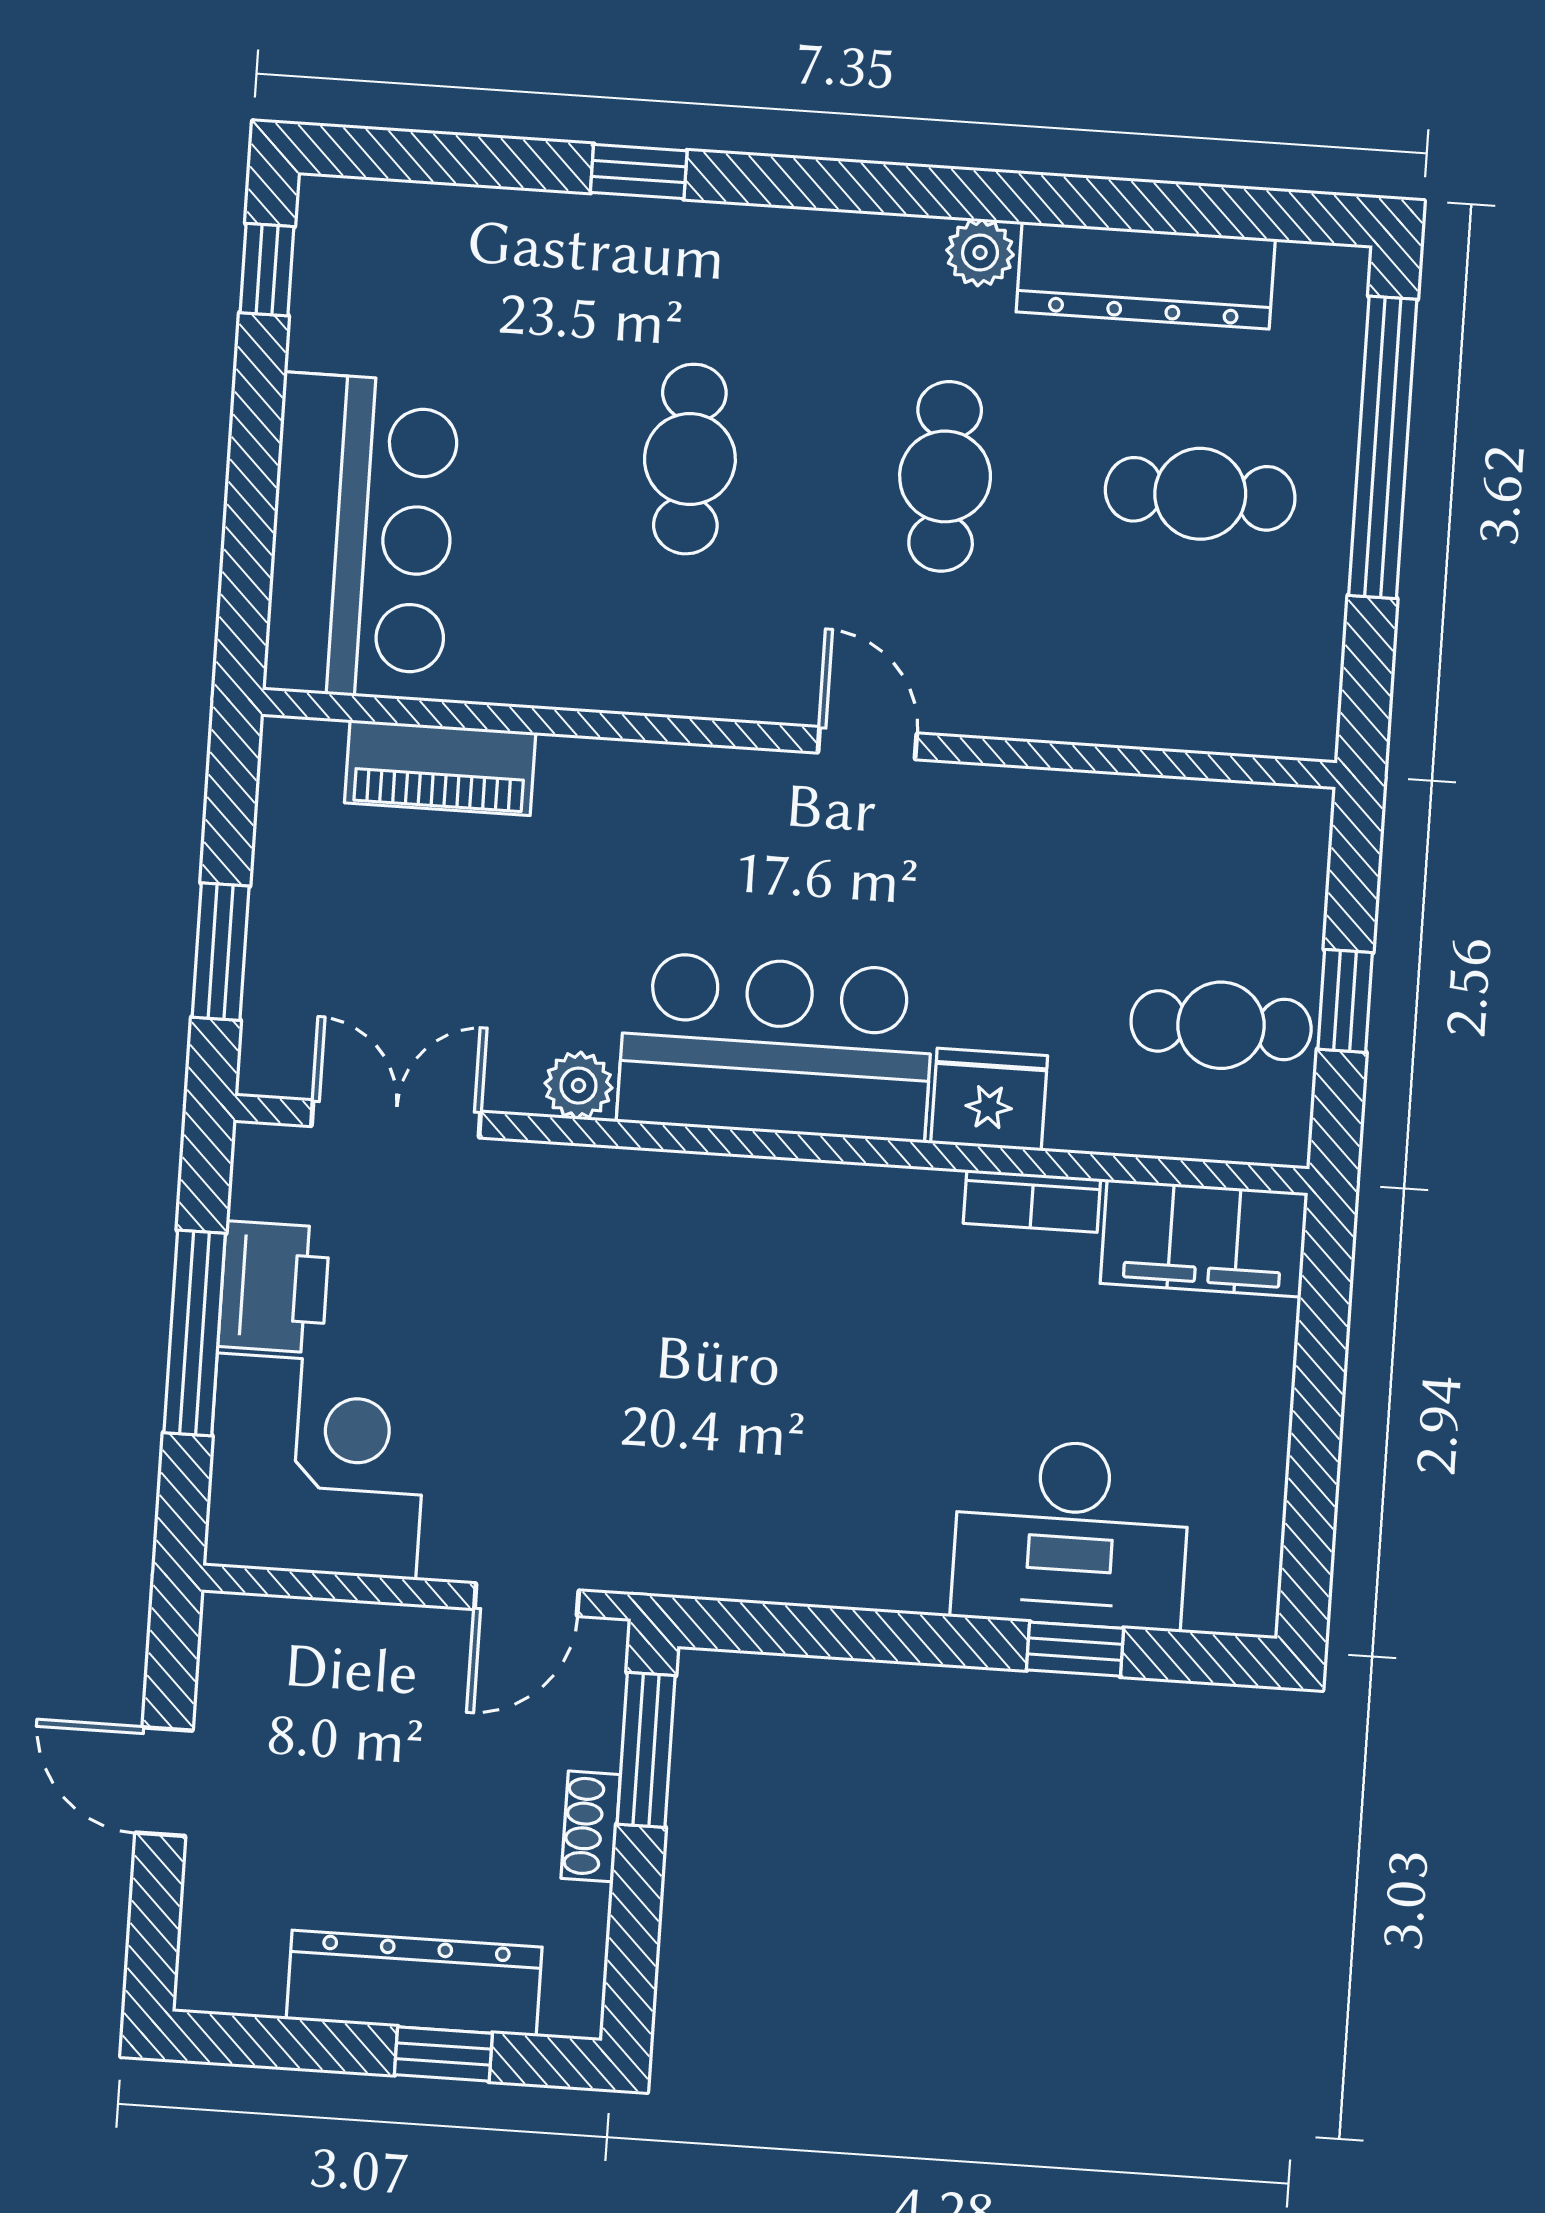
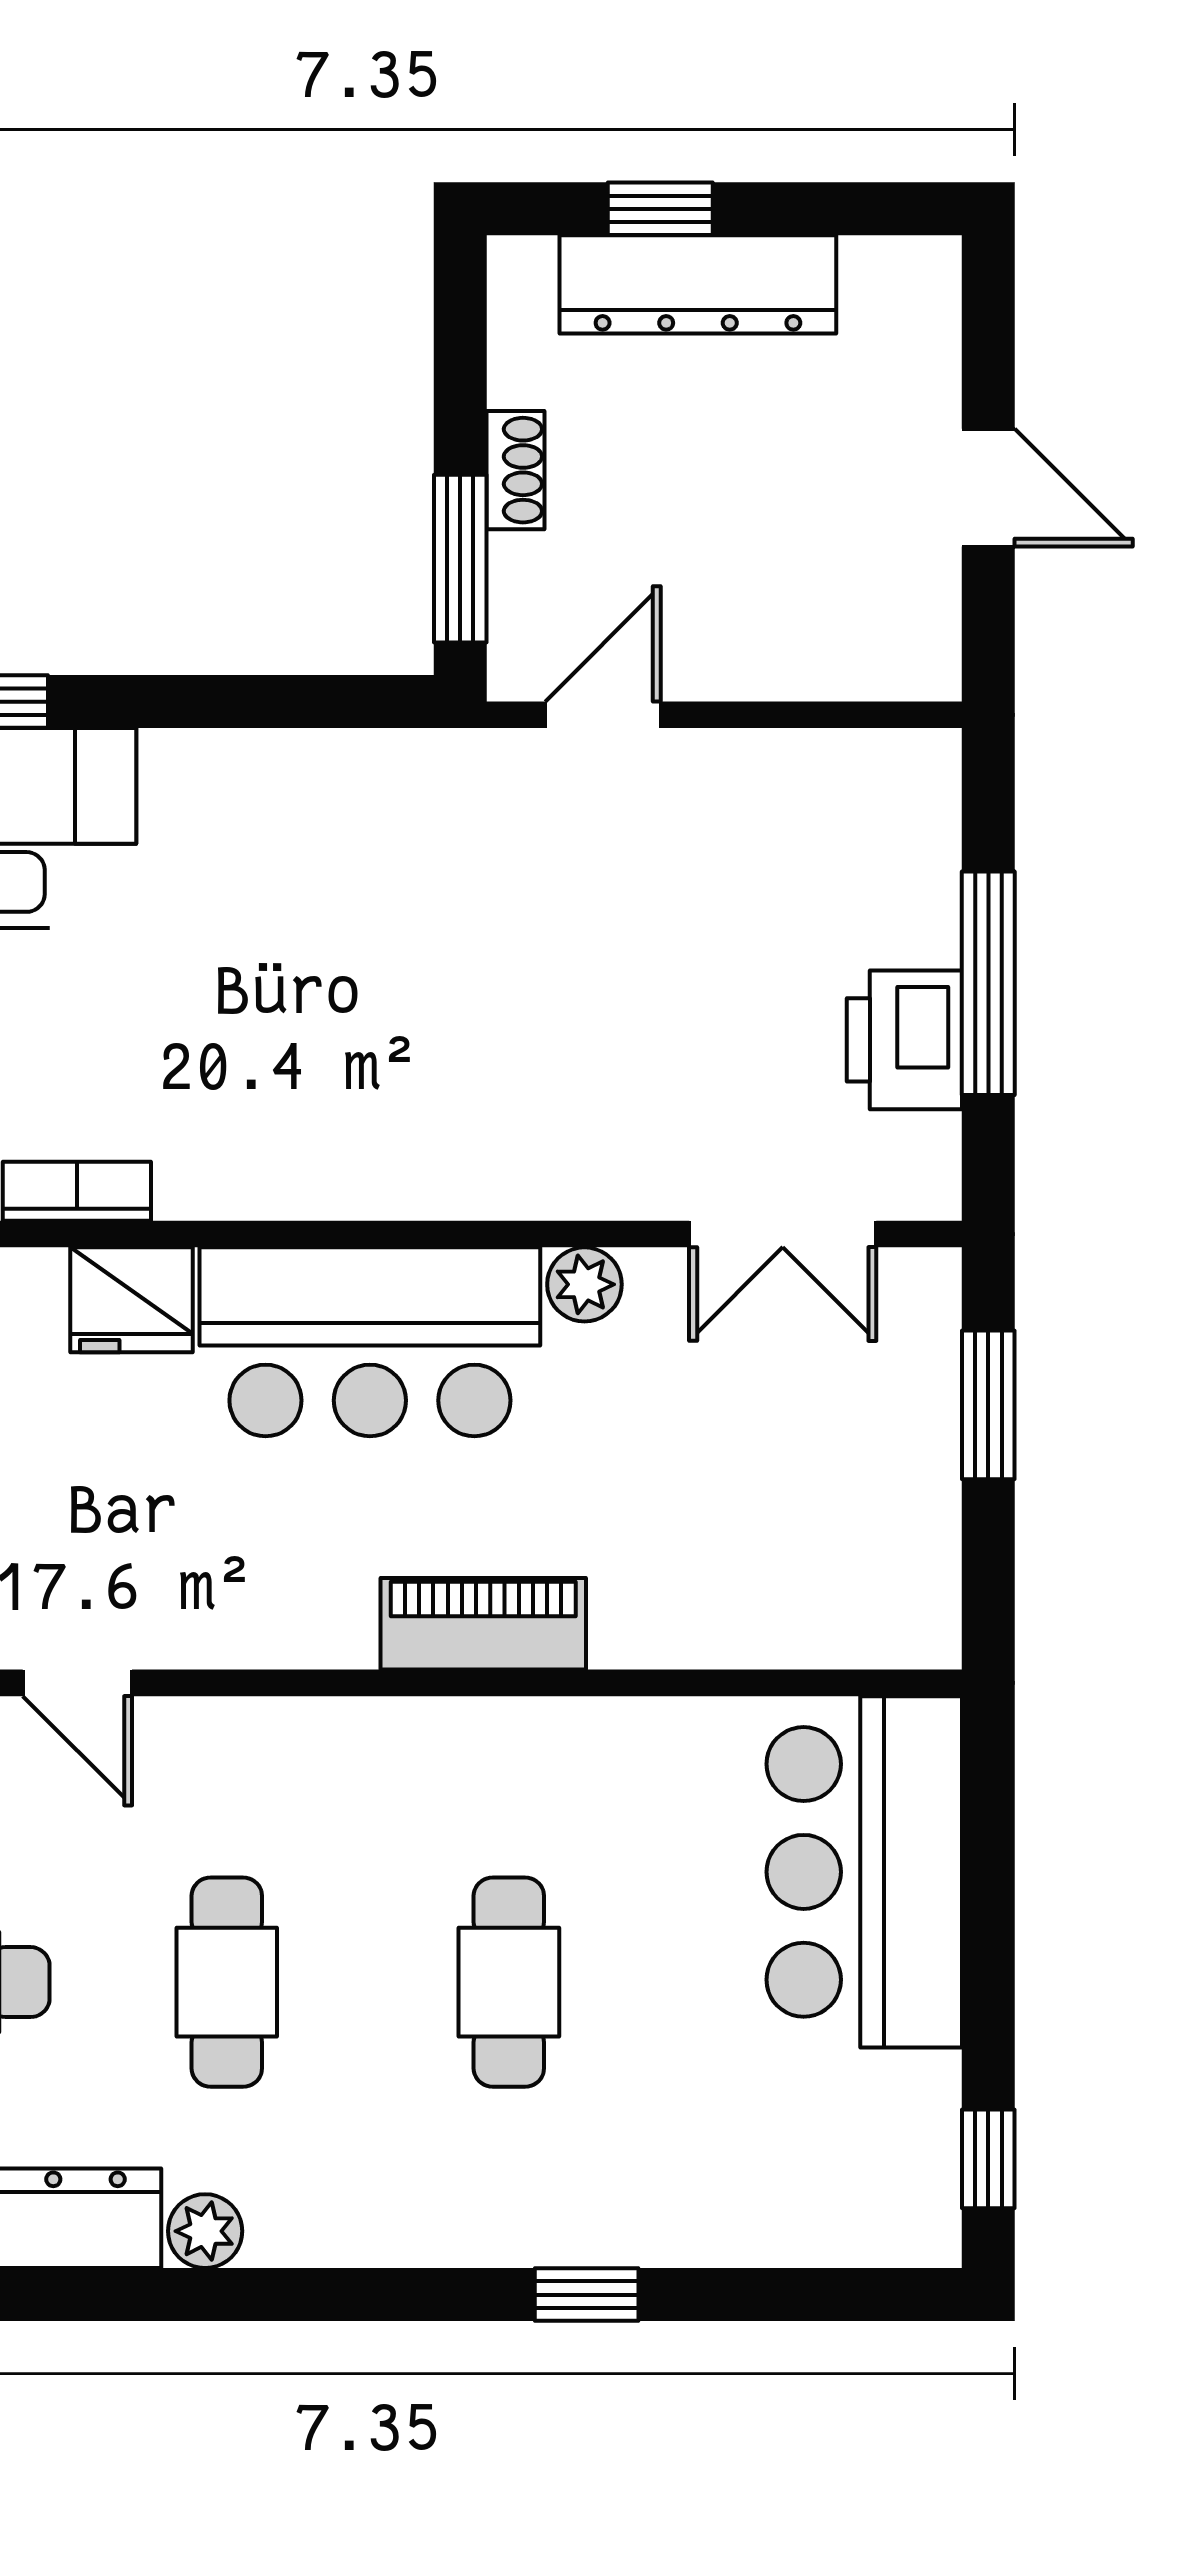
door: (867, 743) -> (77, 1683), moved
piano: (440, 768) -> (483, 1624), moved
corner desk: (316, 1466) -> (844, 846), removed

